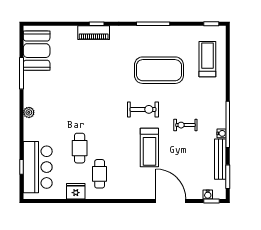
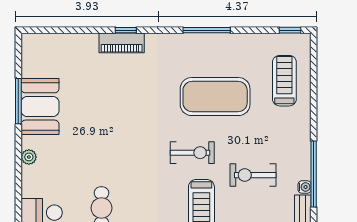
booth: (37, 51) -> (40, 106), moved
exercise bike: (185, 125) -> (253, 175), width x1.38, depth x1.39

